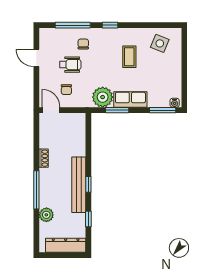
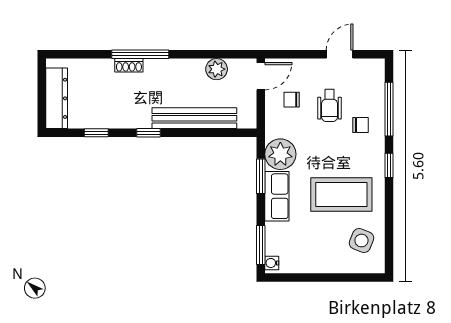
coffee table: (129, 57) -> (341, 195), width x1.86, depth x1.72
shoe rack: (44, 158) -> (129, 65), moved
bench: (79, 185) -> (194, 118), moved
plant: (46, 215) -> (217, 69), moved

